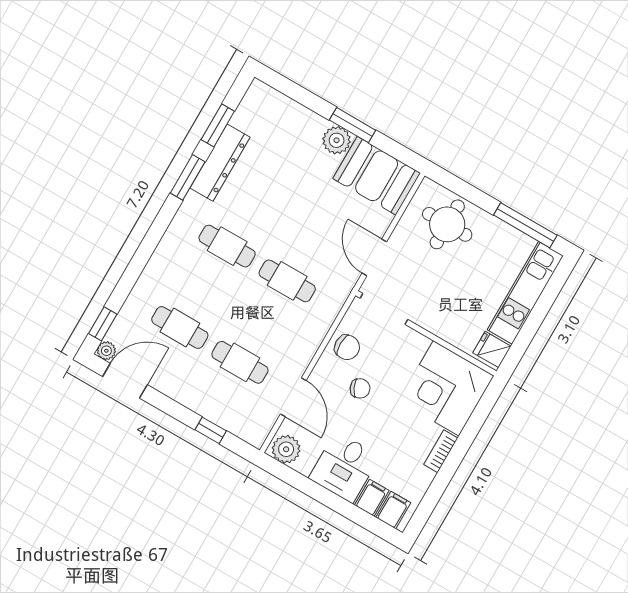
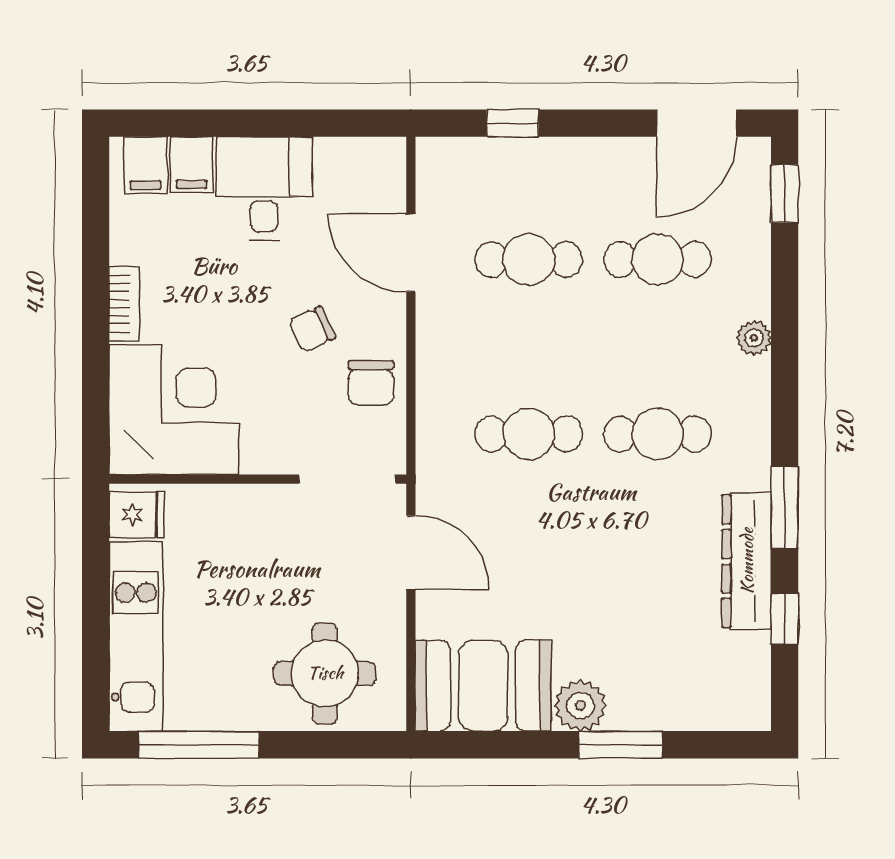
window: (218, 125) -> (785, 619), width x0.67
window: (353, 125) -> (620, 745), moved
chair: (347, 347) -> (371, 383), turned -90
plant: (106, 351) -> (754, 338), moved
plant: (286, 449) -> (374, 163), removed

